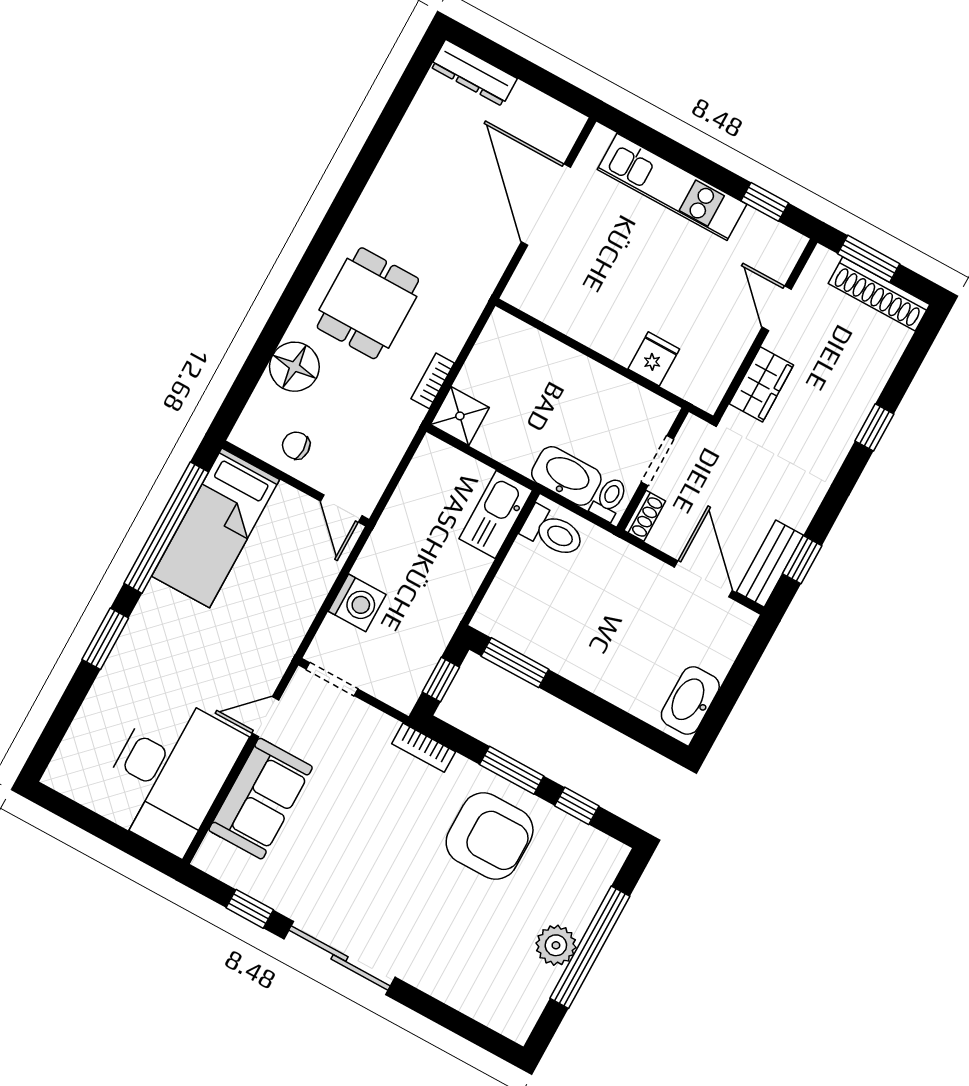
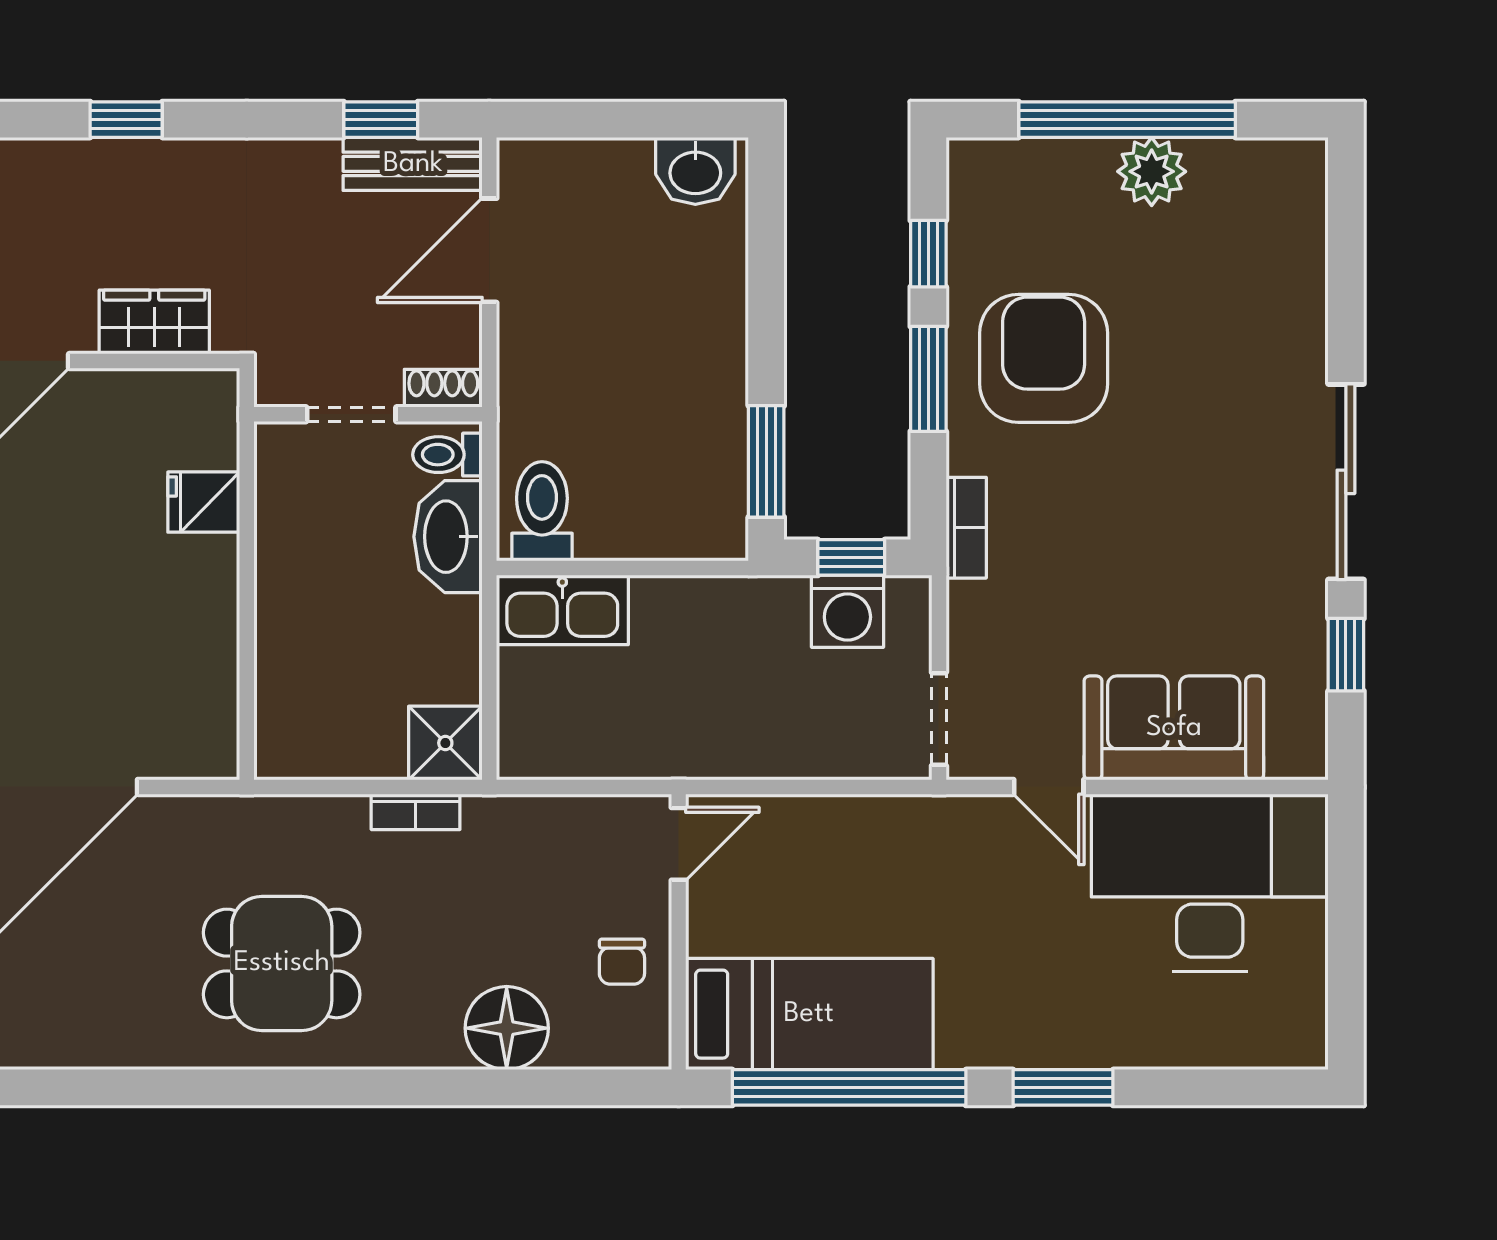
dining table: (368, 303) -> (282, 963), moved
washing machine: (357, 603) -> (847, 611), moved, turned 180
washbasin: (690, 701) -> (695, 171), width x0.72

